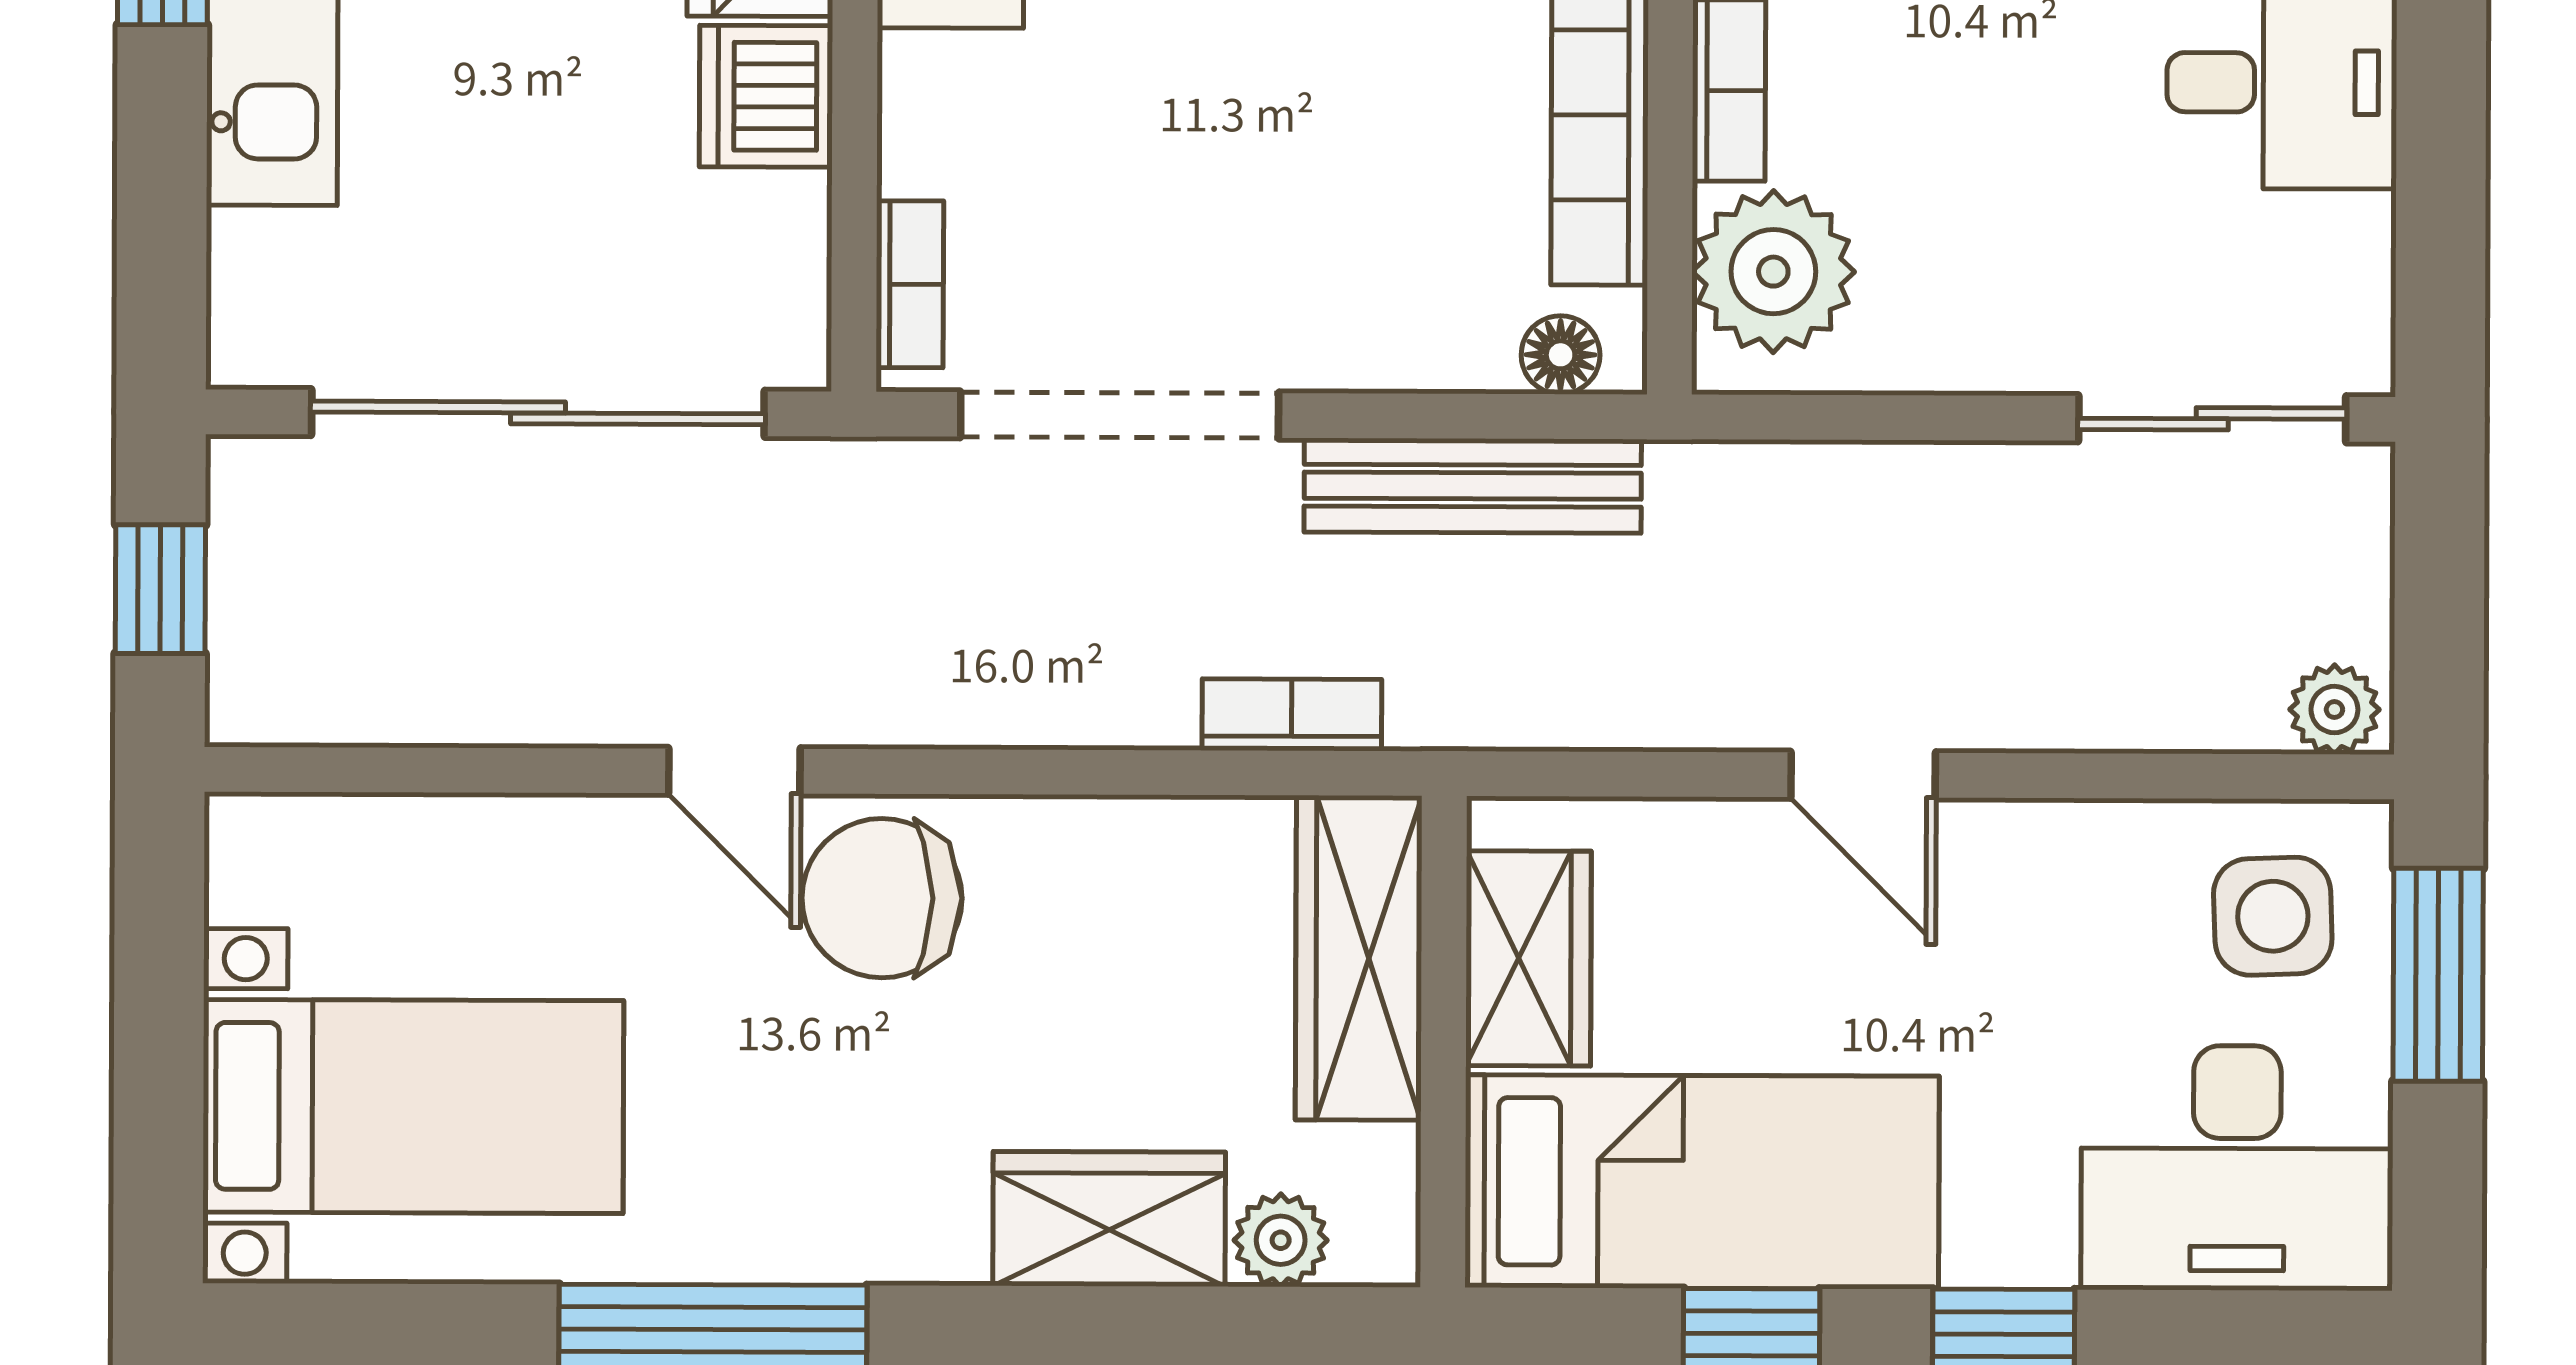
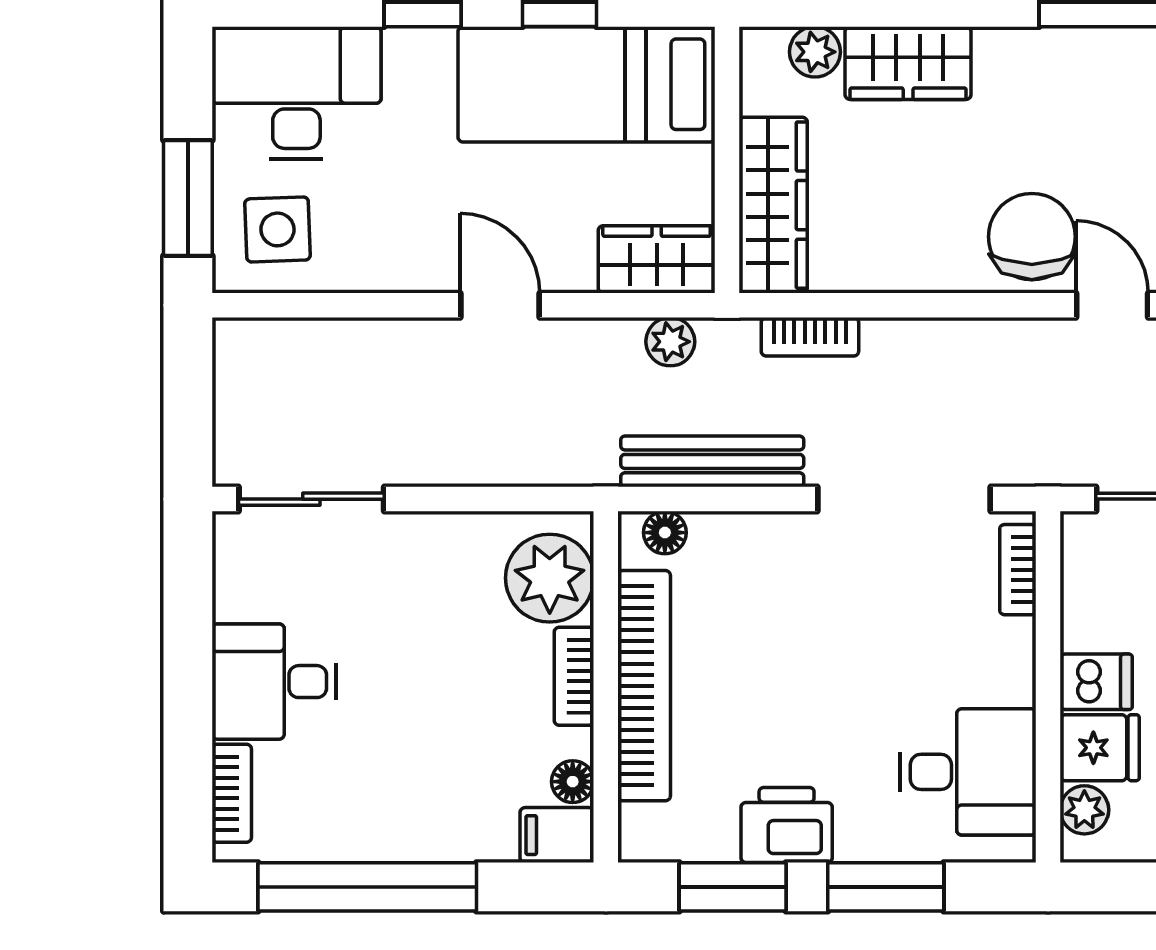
dishwasher: (766, 96) -> (1096, 682), width x0.73
plant: (2334, 710) -> (670, 342), moved
chair: (882, 898) -> (1032, 237), turned -90
wardrobe: (1529, 958) -> (657, 259), moved, turned 90

